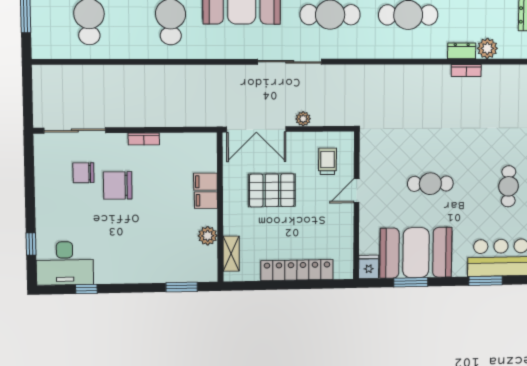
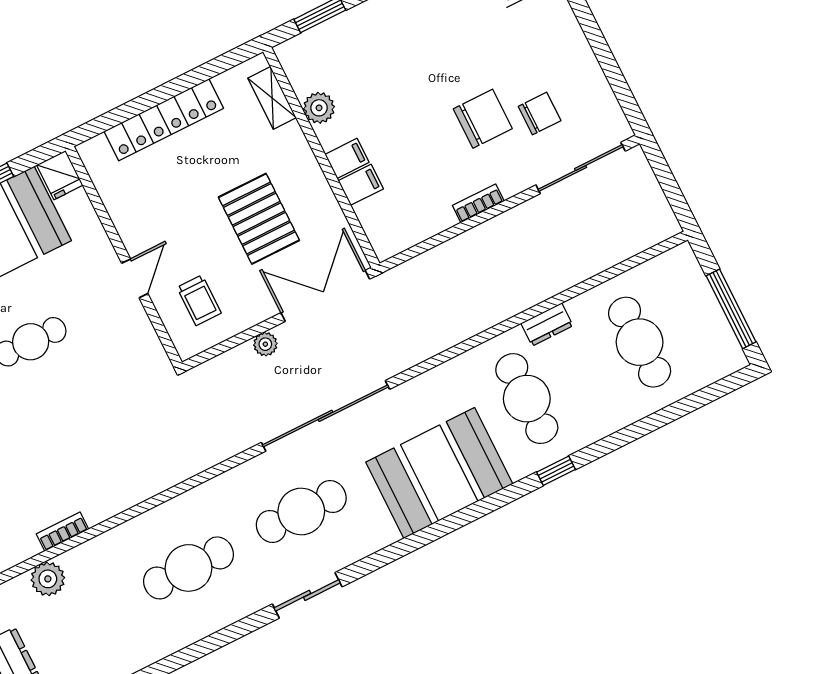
dresser: (462, 51) -> (547, 325), moved
sliding door: (290, 62) -> (326, 416), width x1.36
pallet: (272, 190) -> (259, 219), turned 90

